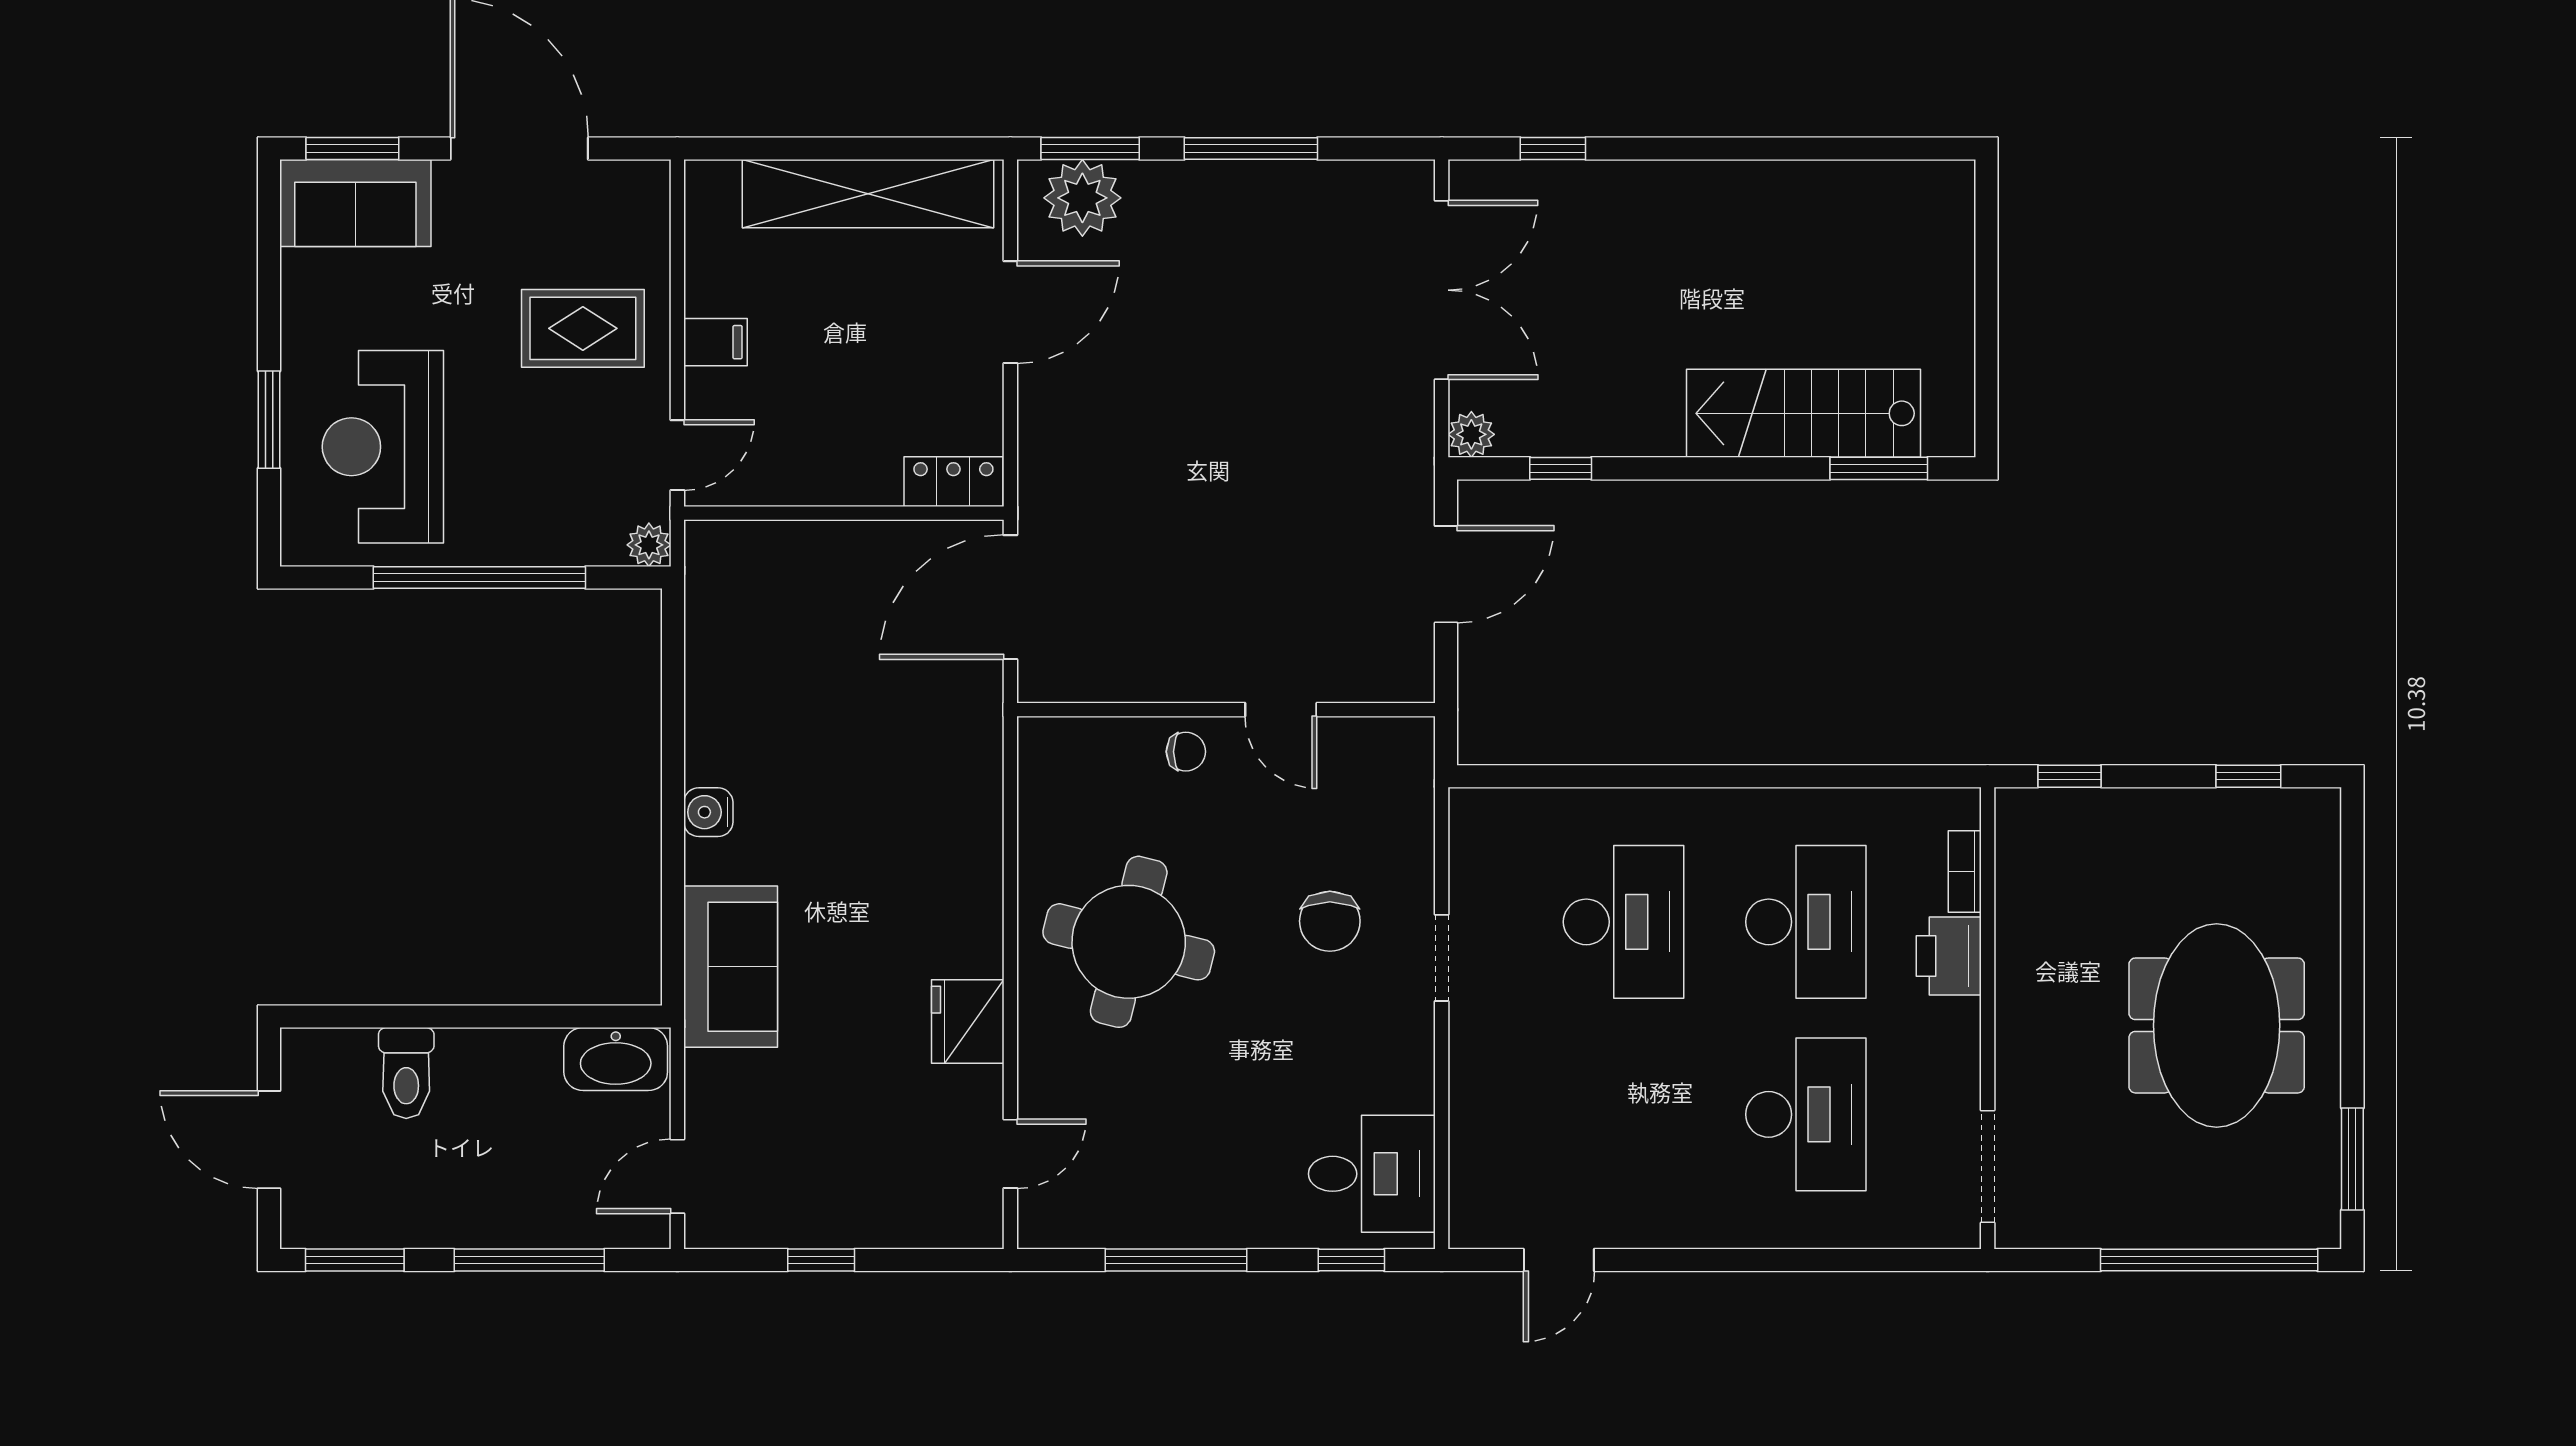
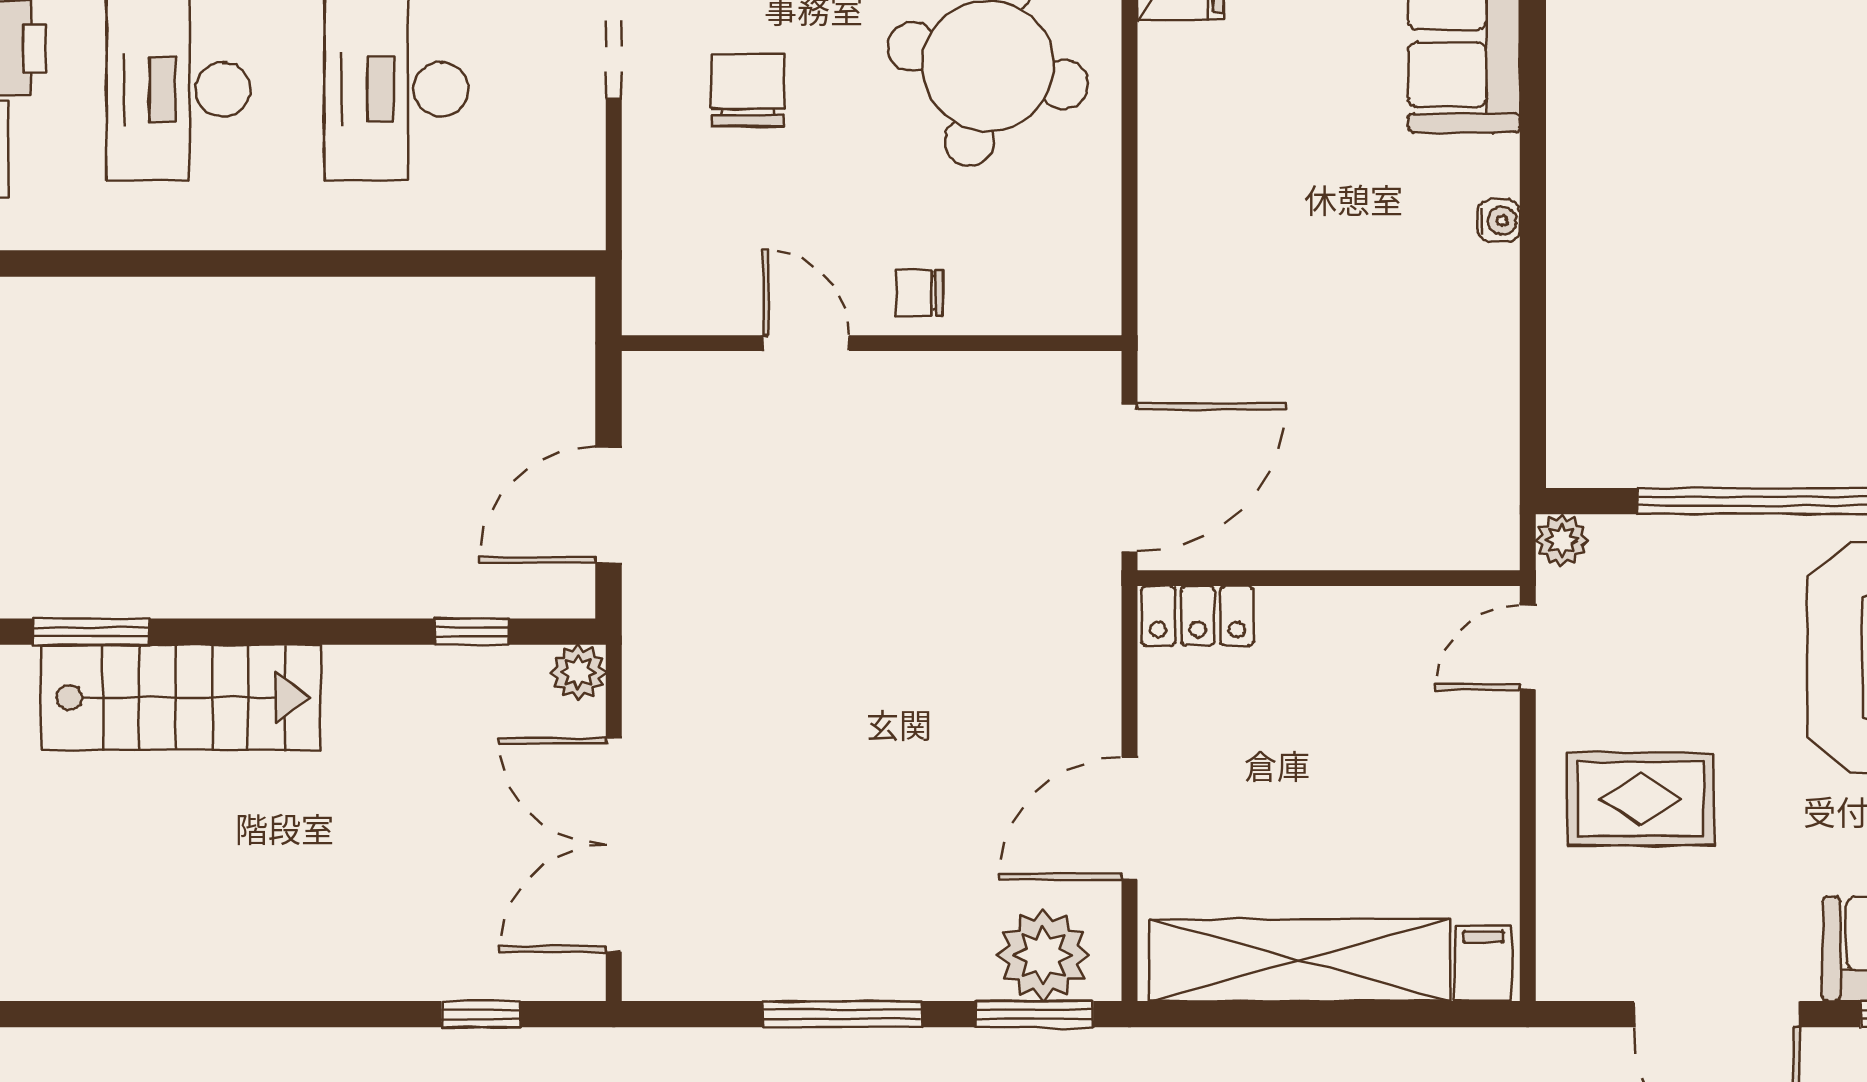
filing cabinet: (715, 342) -> (1483, 963), moved, turned 90
water cooler: (708, 812) -> (1499, 221), width x0.72, depth x0.72

